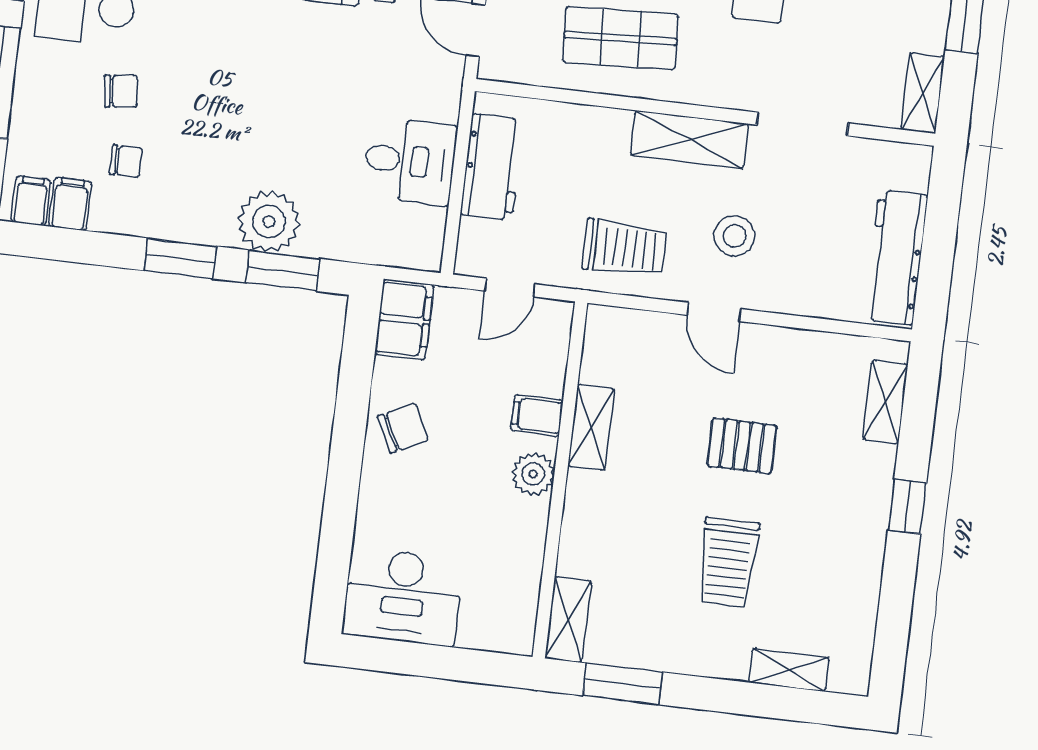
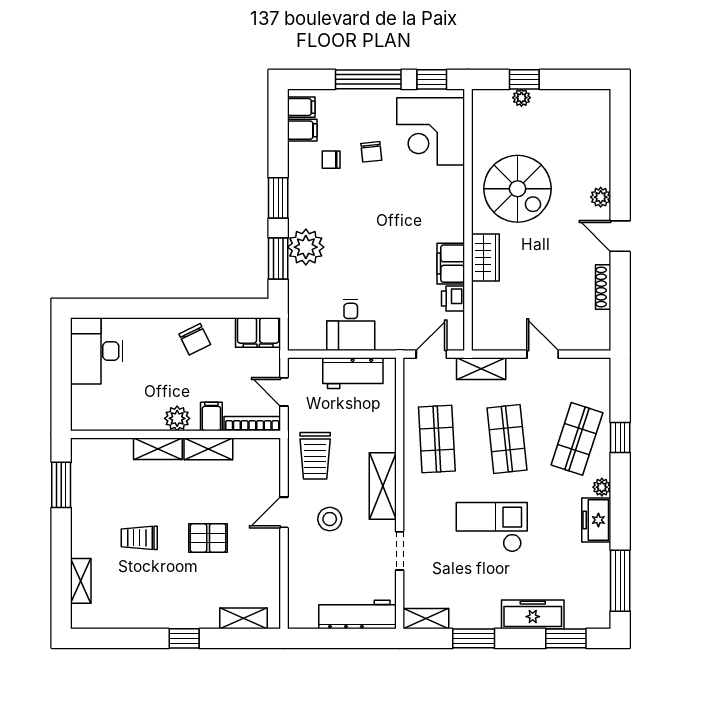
doorway: (803, 124) -> (400, 551), width x0.73
chair: (126, 161) -> (331, 160), turned 90
workbench: (896, 257) -> (358, 614), moved
bookcase: (557, 348) -> (252, 424), added
pallet: (742, 446) -> (208, 538), turned 90
trolley: (728, 562) -> (139, 538), width x0.73, depth x0.72
shelving: (568, 620) -> (158, 449), moved

